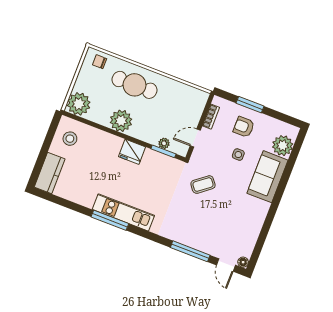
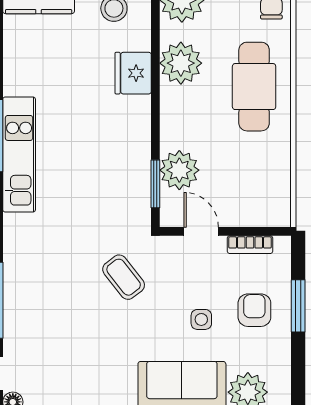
plant: (121, 121) -> (181, 63), moved
plant: (164, 143) -> (179, 170), width x1.88, depth x1.88
fridge: (132, 152) -> (133, 73), moved

